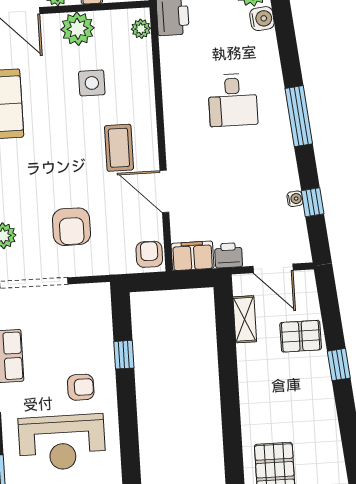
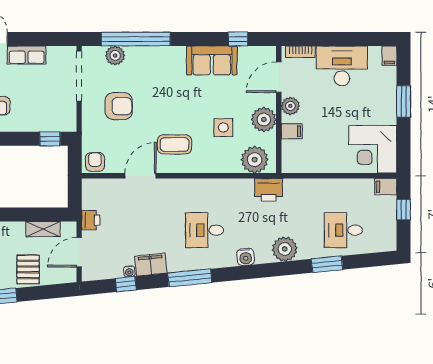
water cooler: (262, 19) -> (246, 257), moved
plant: (141, 29) -> (255, 160), width x1.87, depth x1.87
armchair: (71, 227) -> (119, 106), turned 180
armchair: (149, 254) -> (95, 162), turned -90
filing cabinet: (193, 256) -> (151, 265), moved, turned -96
window: (124, 355) -> (50, 139), moved

